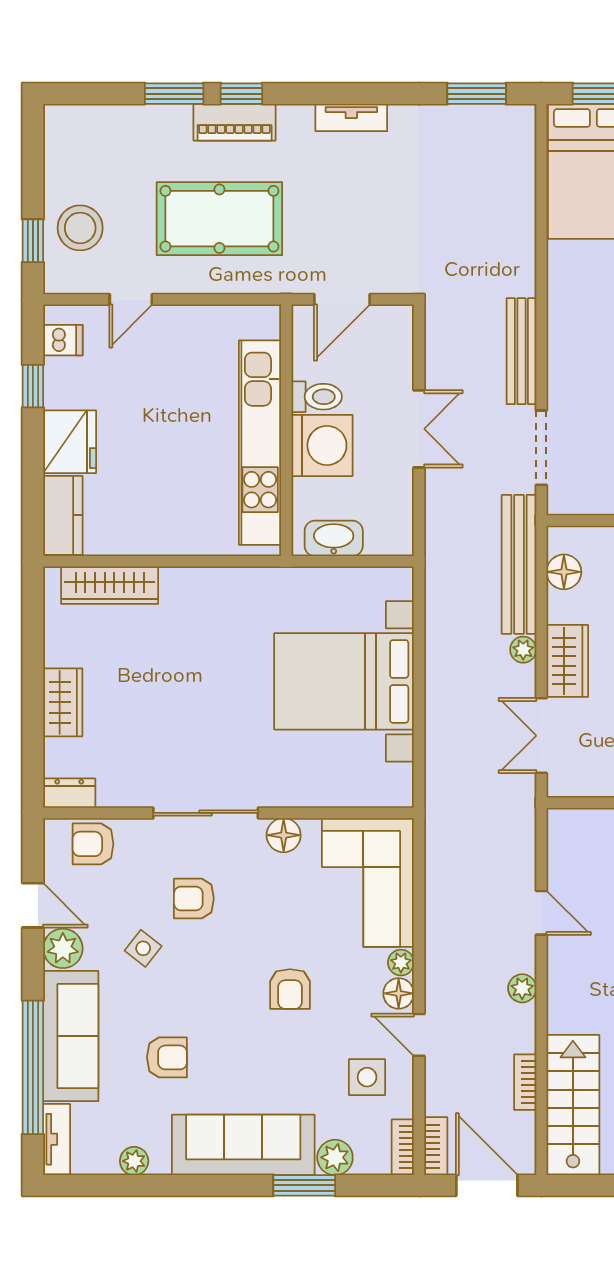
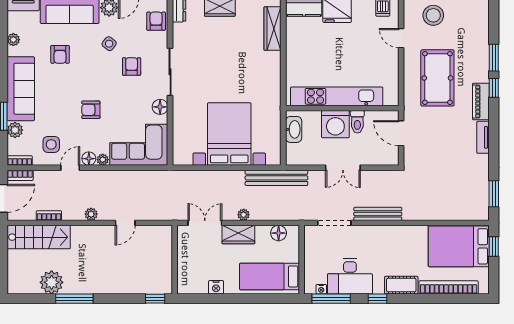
piano: (235, 122) -> (481, 101), moved
bench: (519, 564) -> (276, 178), moved

